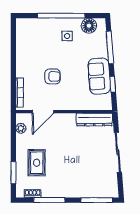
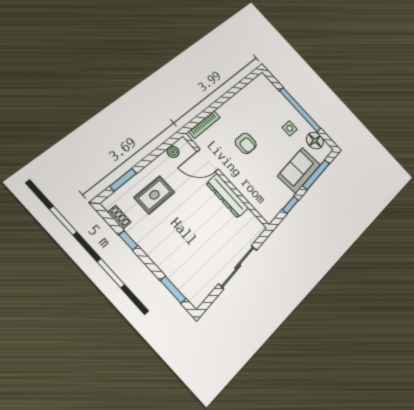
sofa: (99, 76) -> (299, 170), moved
dresser: (94, 119) -> (227, 196), moved
window: (49, 200) -> (128, 240), width x0.46
window: (97, 200) -> (173, 290), width x0.69

